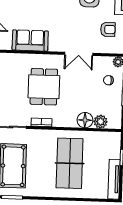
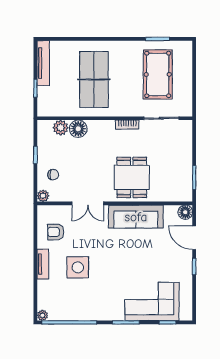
sofa: (30, 40) -> (136, 217), width x1.36
double door: (79, 54) -> (88, 203), swing flipped
dining table: (44, 87) -> (132, 177), moved

